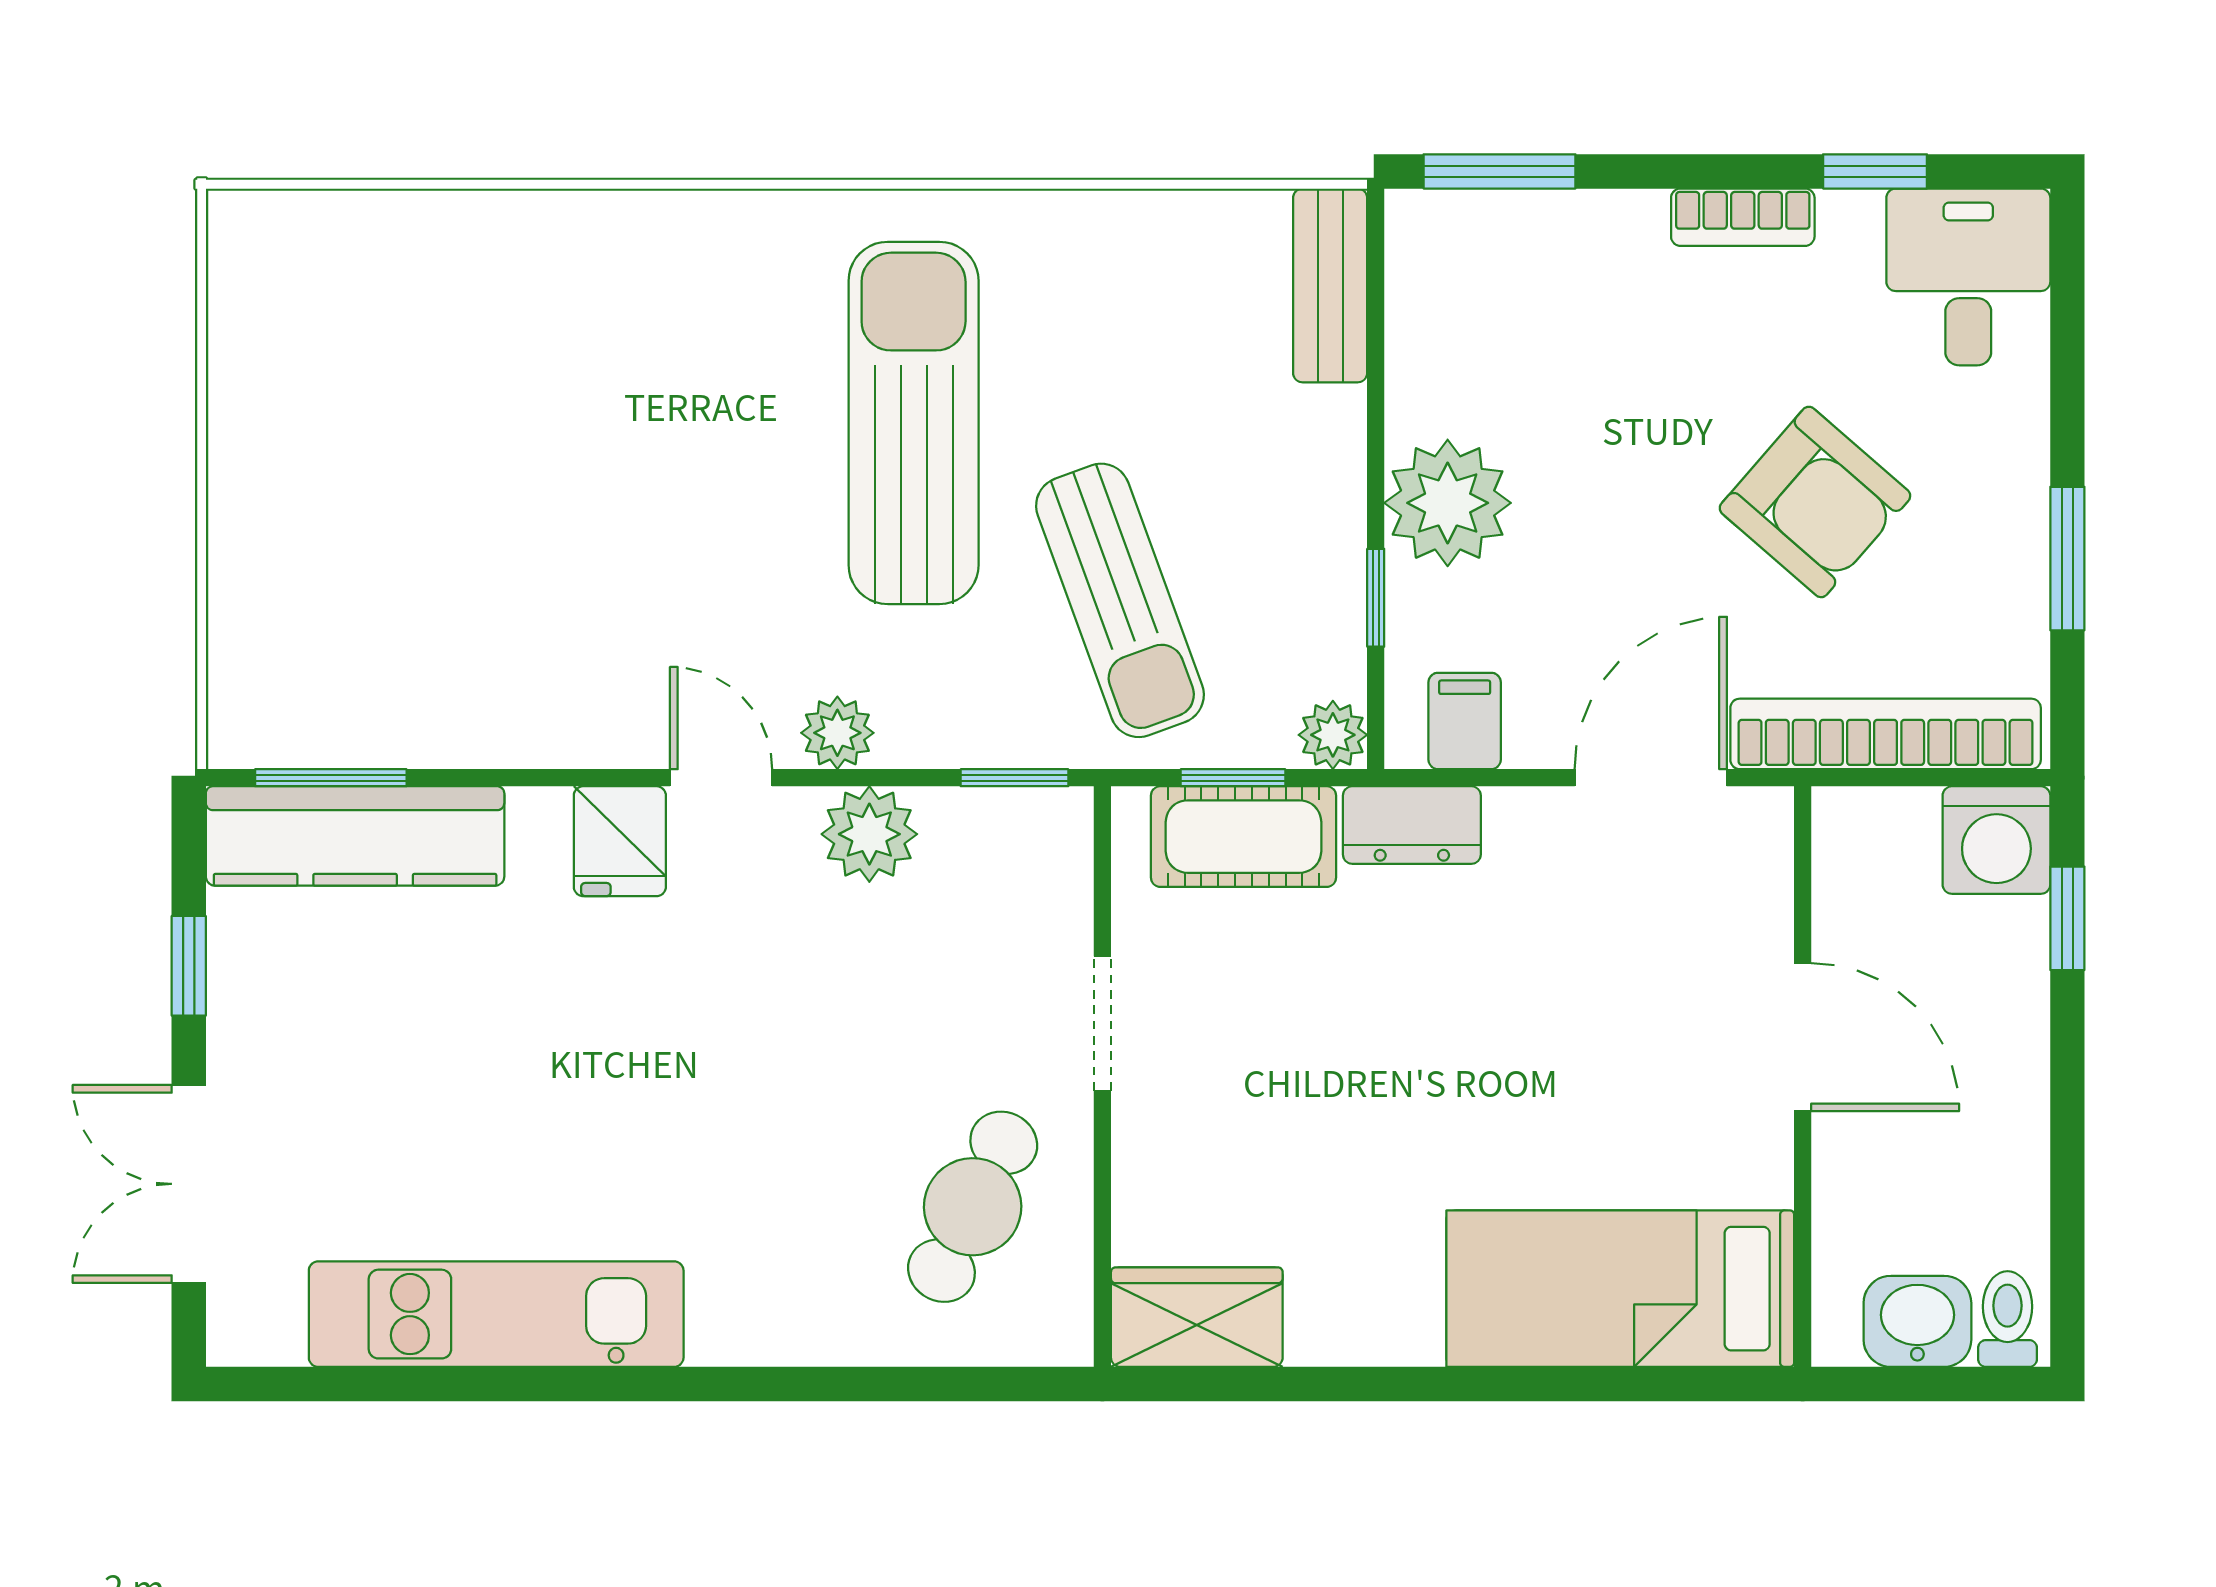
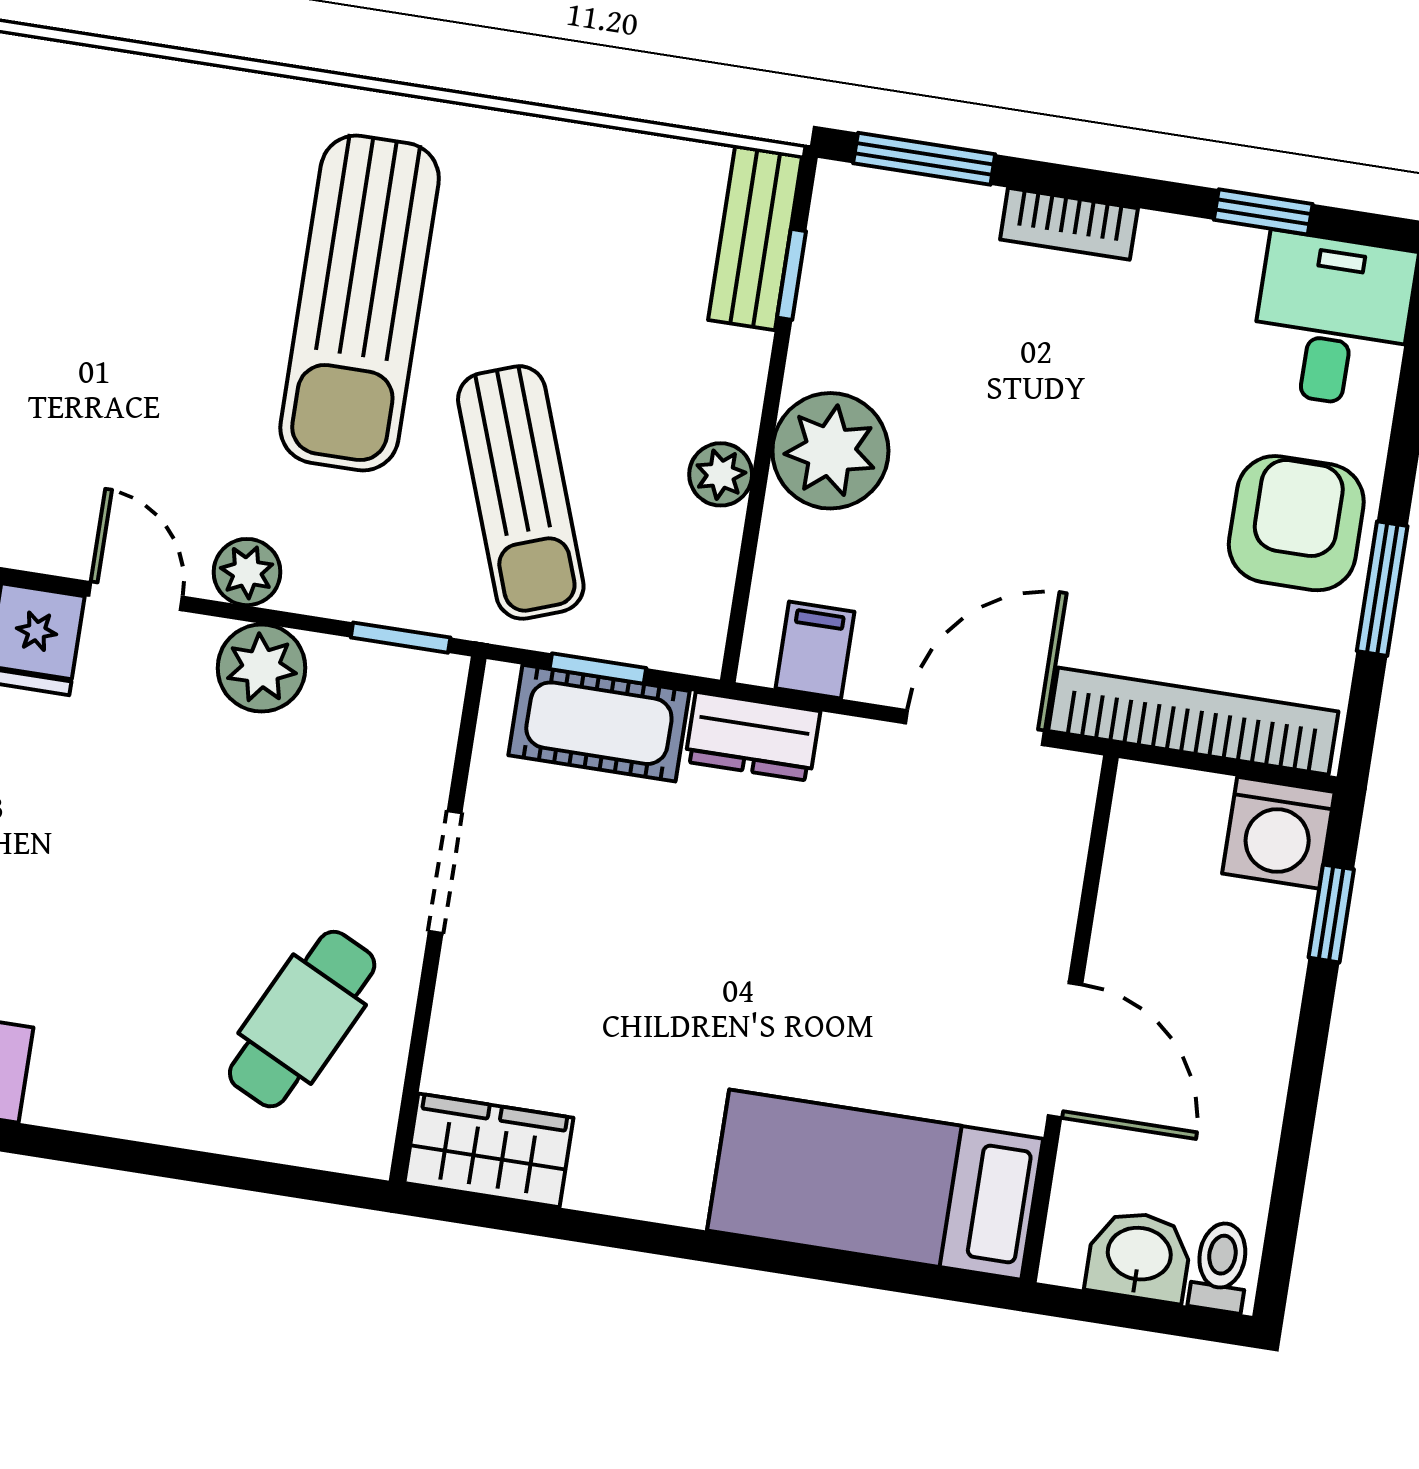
bookcase: (1743, 217) -> (1069, 224), moved
sun lounger: (914, 423) -> (360, 303), turned 180
armchair: (1815, 502) -> (1296, 523), moved, turned -131
window: (1376, 598) -> (792, 274), moved
plant: (1333, 735) -> (721, 474), moved
door: (1803, 1037) -> (1065, 1050), moved

